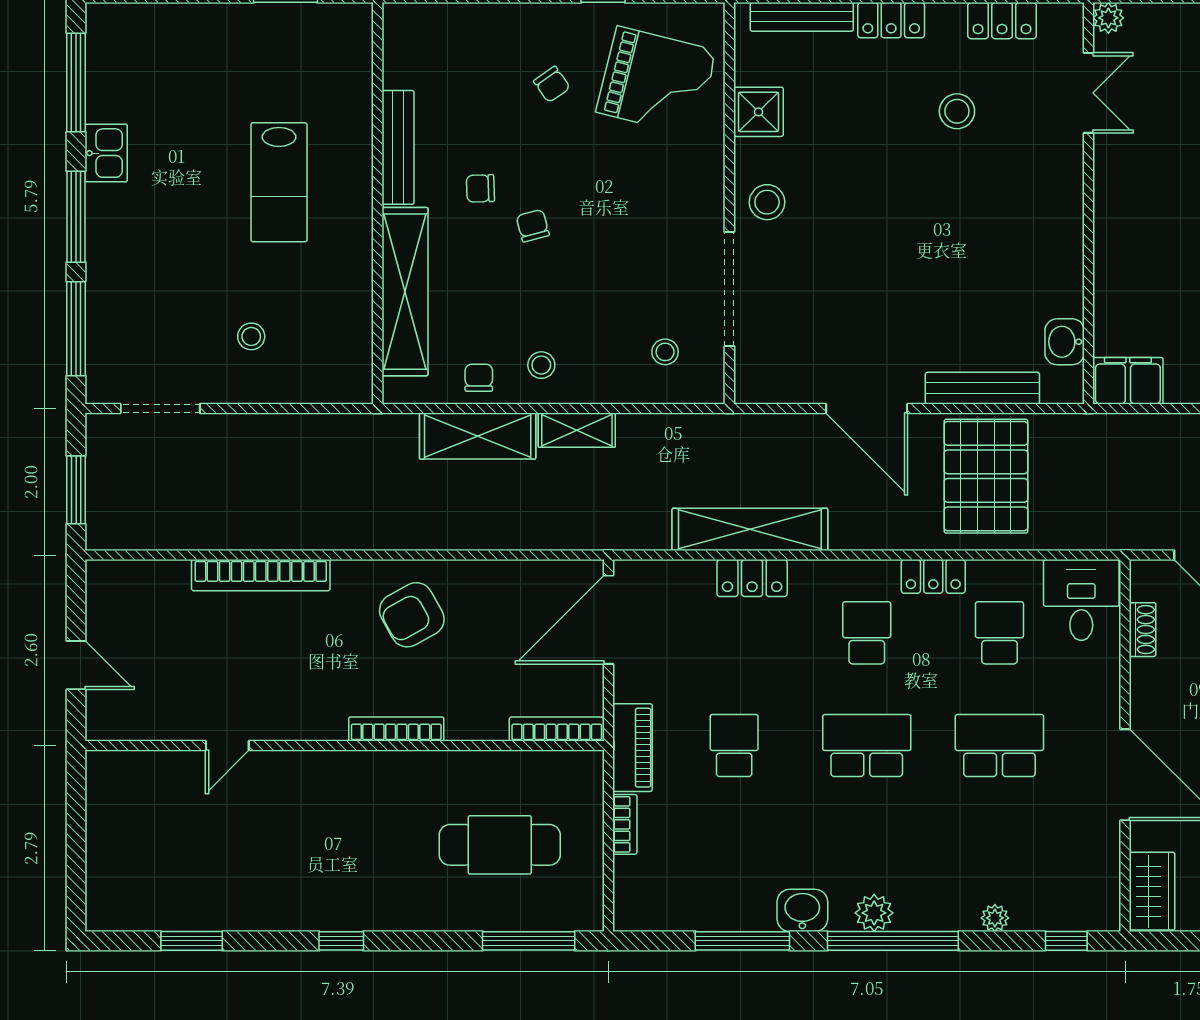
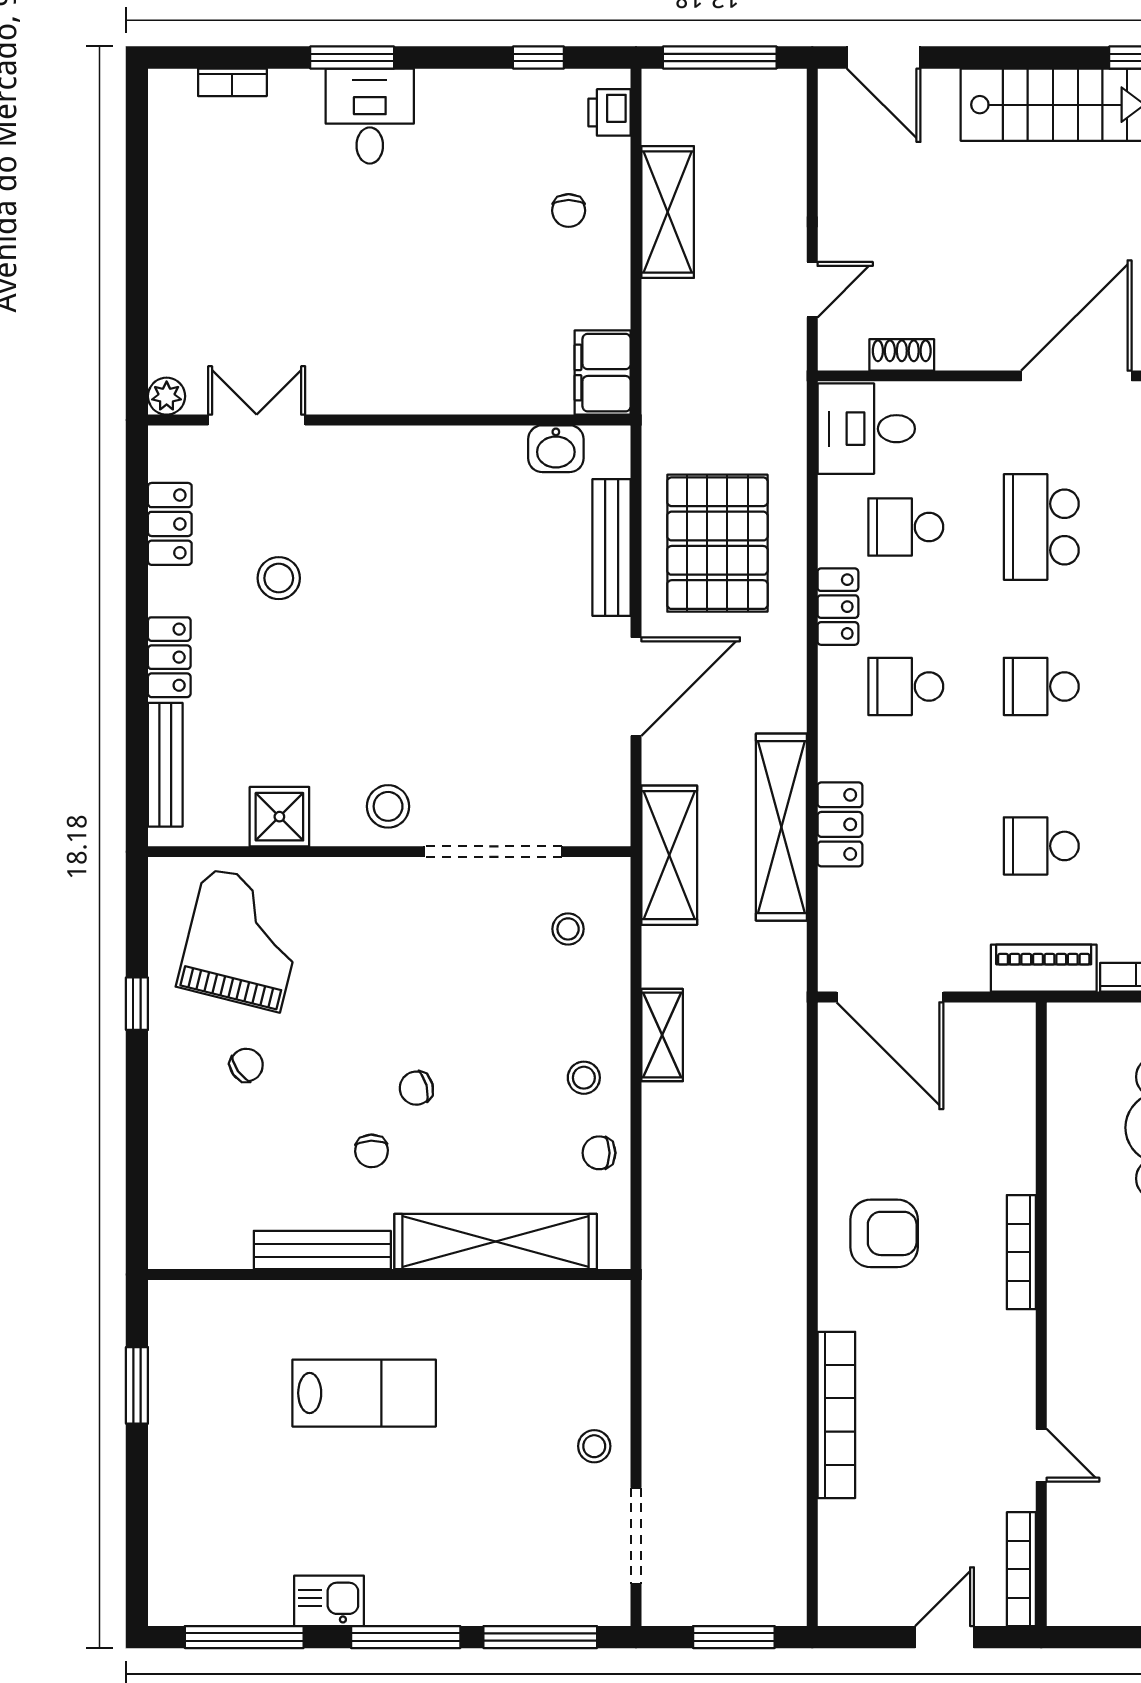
stool: (251, 336) -> (594, 1446), moved
shelving: (478, 436) -> (669, 855), moved
pallet: (986, 476) -> (717, 543), turned 90
armchair: (412, 615) -> (884, 1233), turned -61
bookcase: (557, 729) -> (1021, 1569), moved
school desk: (867, 746) -> (1041, 686), width x0.54

